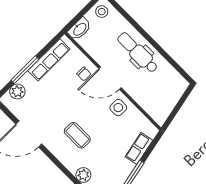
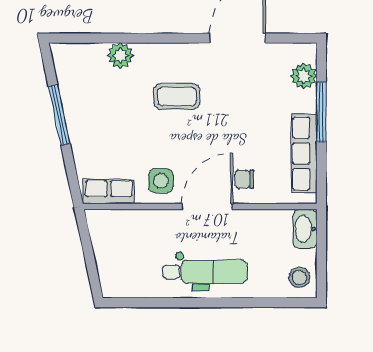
row of seats: (139, 148) -> (109, 192), moved, turned -78

